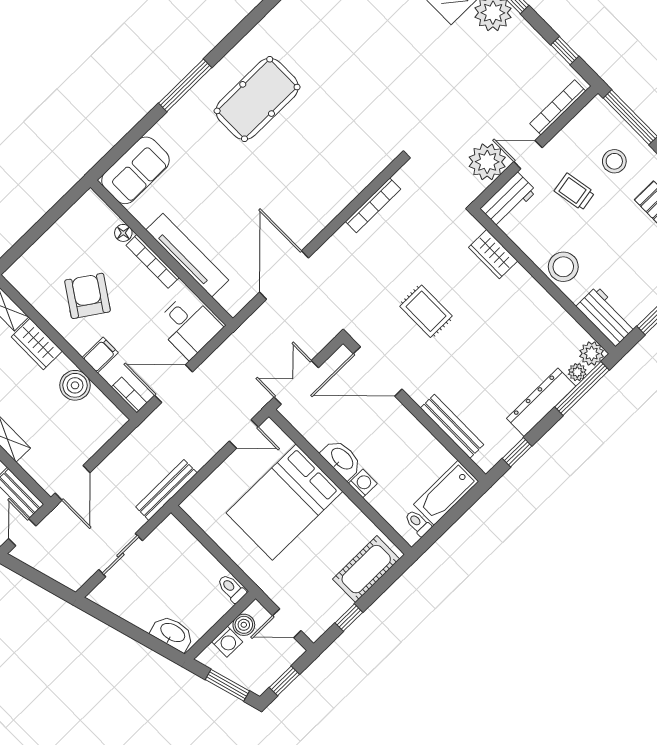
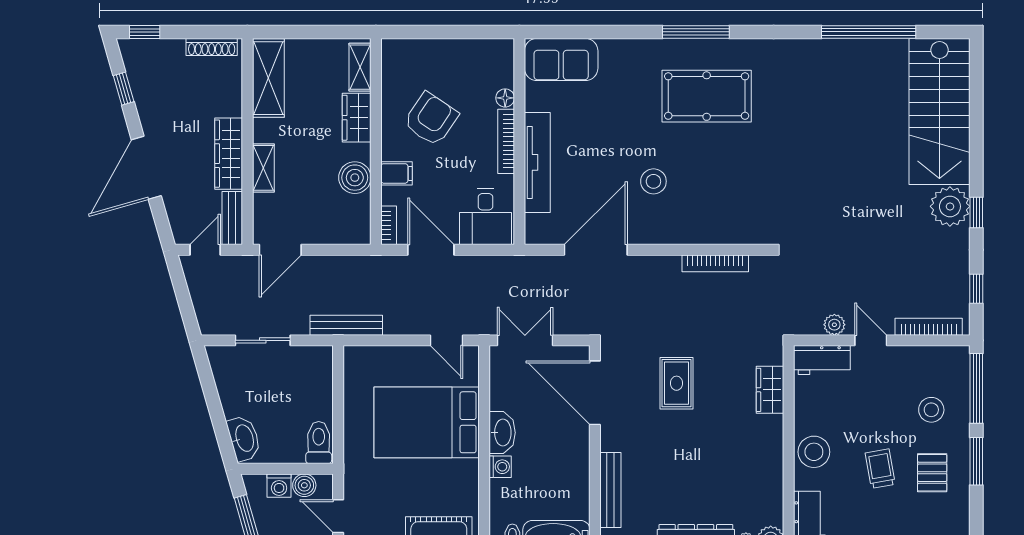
window: (185, 85) -> (696, 32), moved
plant: (487, 162) -> (834, 325), width x0.53, depth x0.53
stool: (278, 191) -> (653, 181), added
trolley: (574, 192) -> (880, 469), moved
toilet: (232, 588) -> (319, 443), width x1.37, depth x1.39

